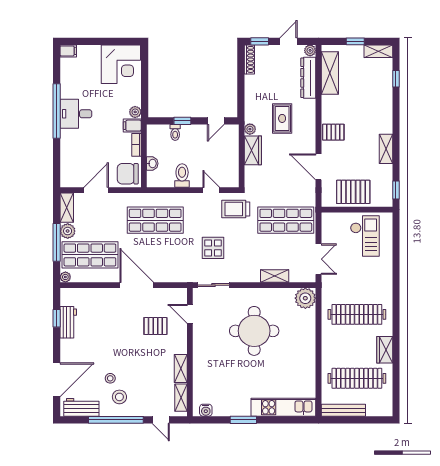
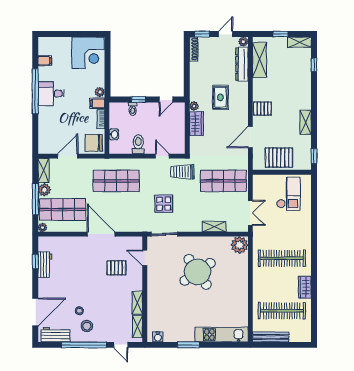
filing cabinet: (68, 51) -> (45, 61), moved
door: (318, 167) -> (250, 137), hinge flipped
round table: (254, 331) -> (198, 272), turned -34

